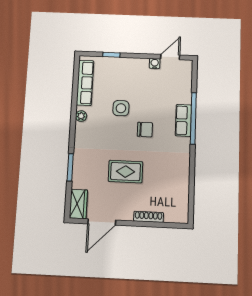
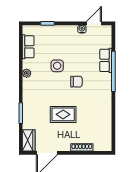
row of seats: (85, 83) -> (28, 47), width x0.68
row of seats: (183, 120) -> (106, 60), moved

